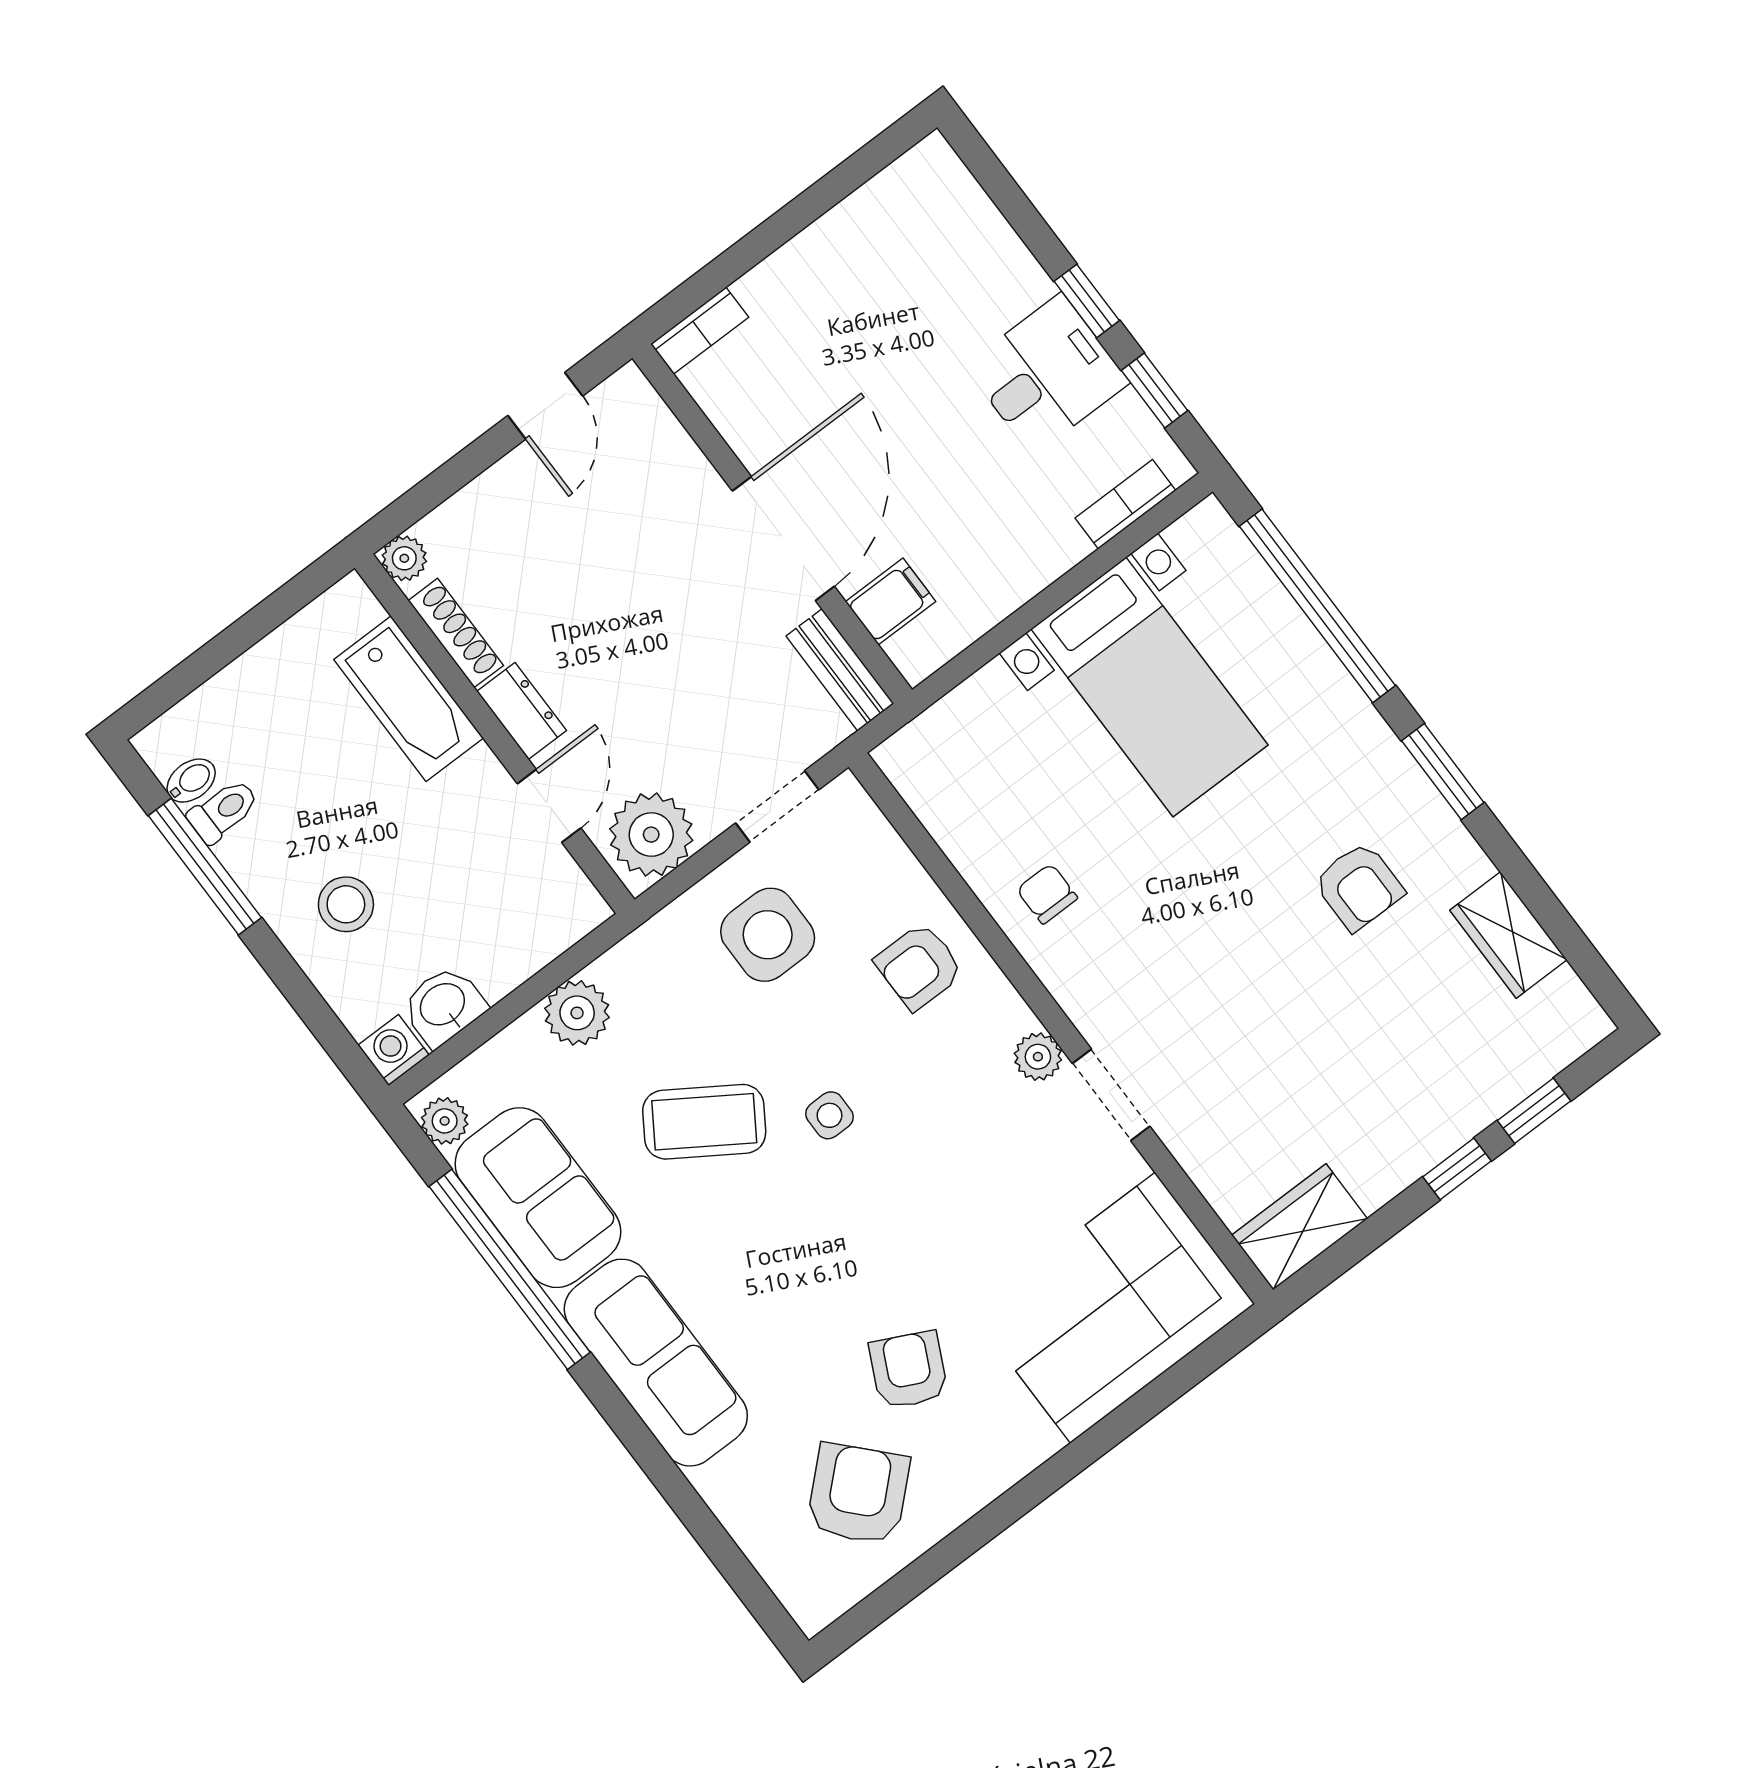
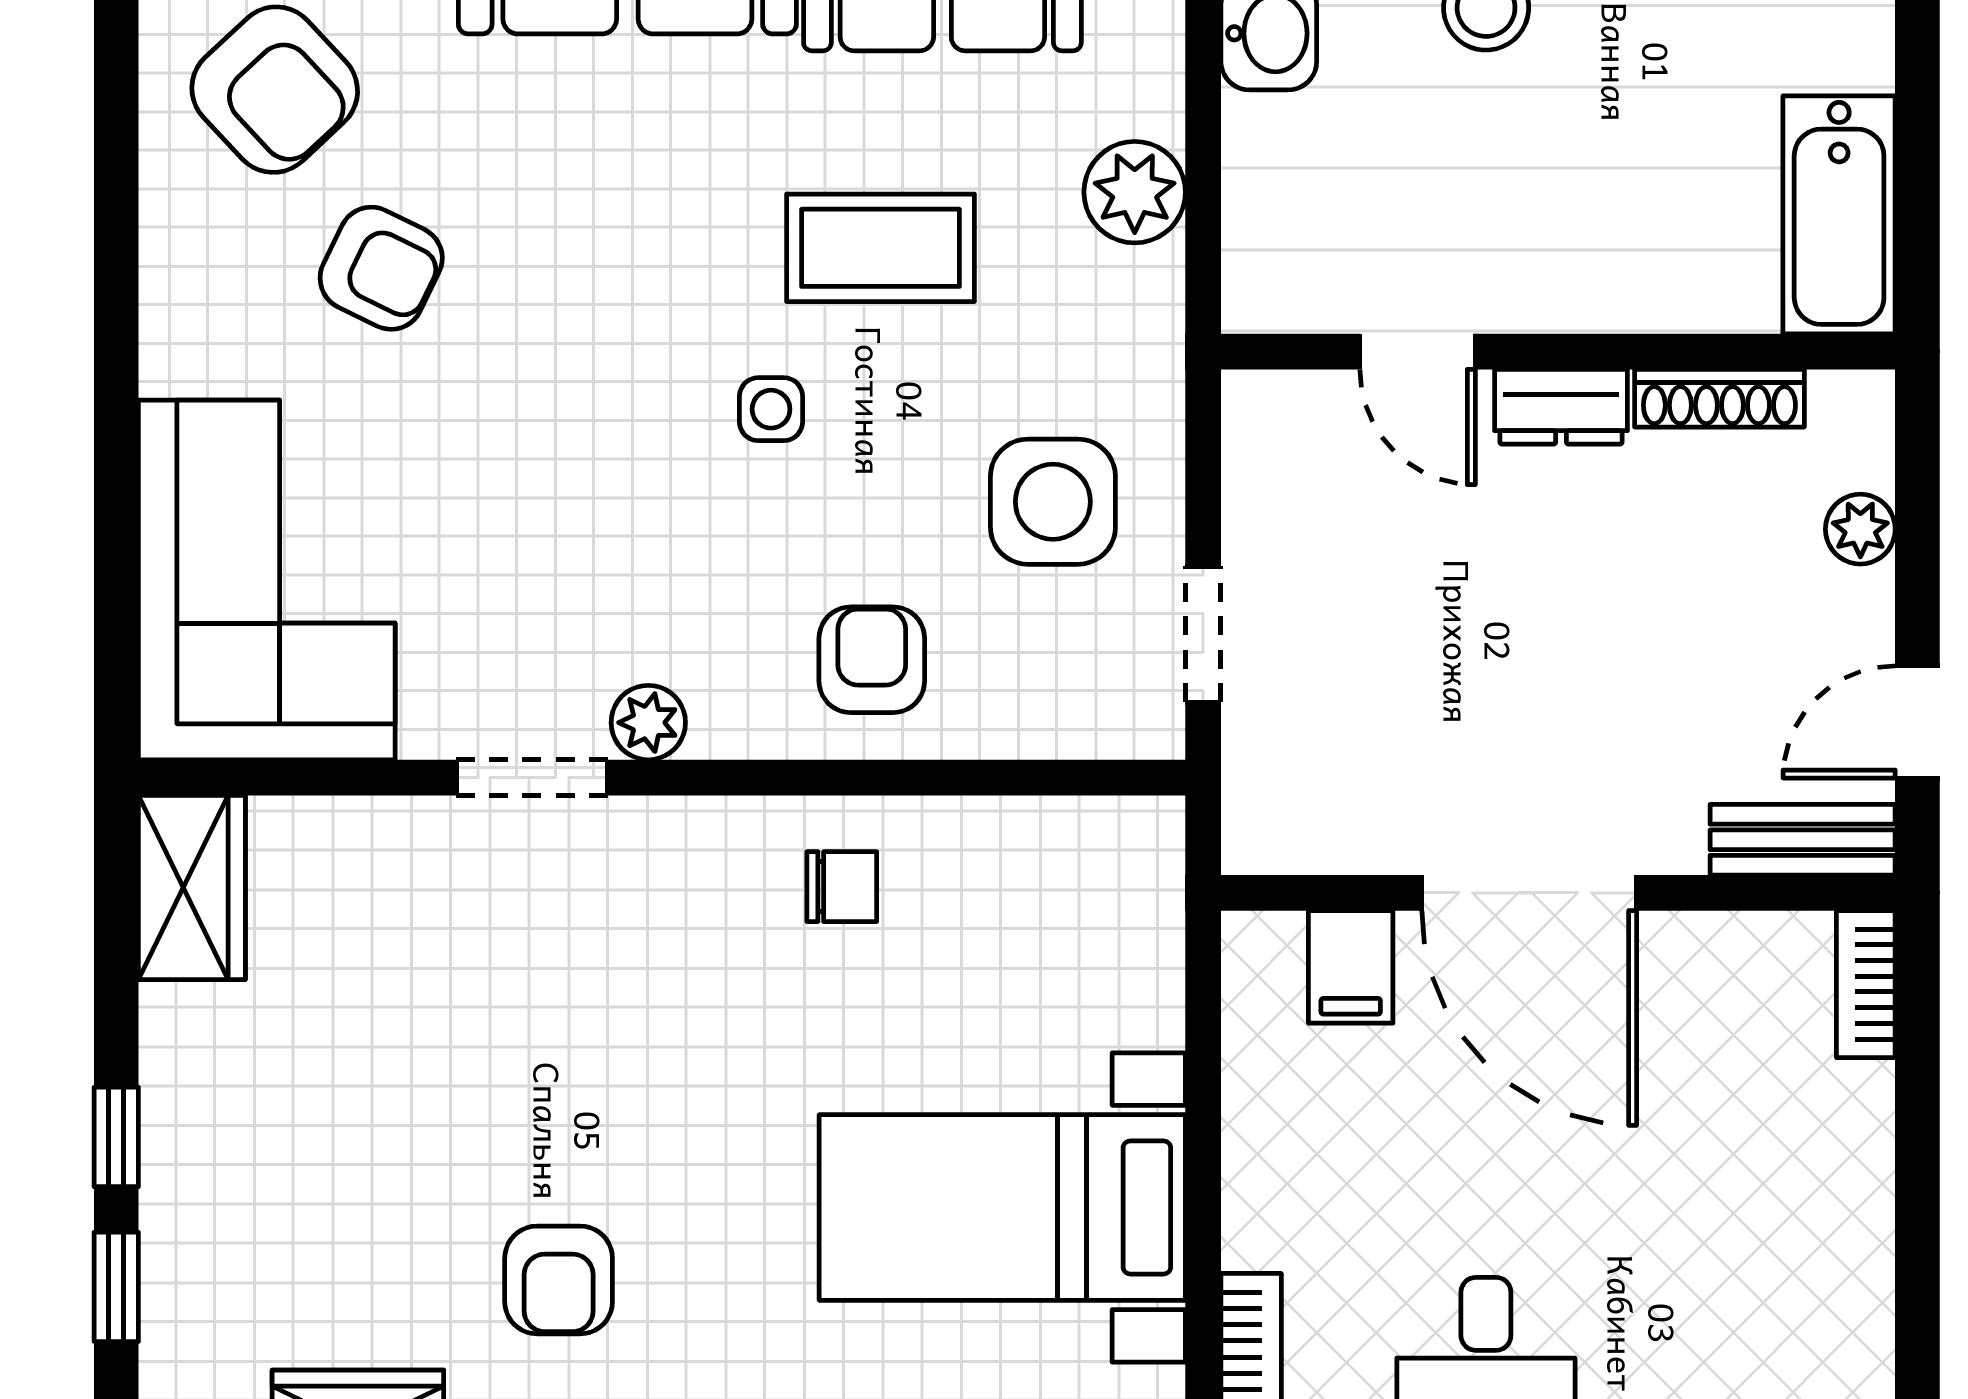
door: (545, 406) -> (1917, 722), hinge flipped
plant: (404, 558) -> (1860, 529), moved
bench: (840, 670) -> (1803, 840), moved
bathtub: (409, 699) -> (1839, 215), moved, turned -90
plant: (651, 835) -> (1286, 451), removed
armchair: (1359, 886) -> (559, 1280), turned -90
coffee table: (704, 1122) -> (881, 248), turned 57

